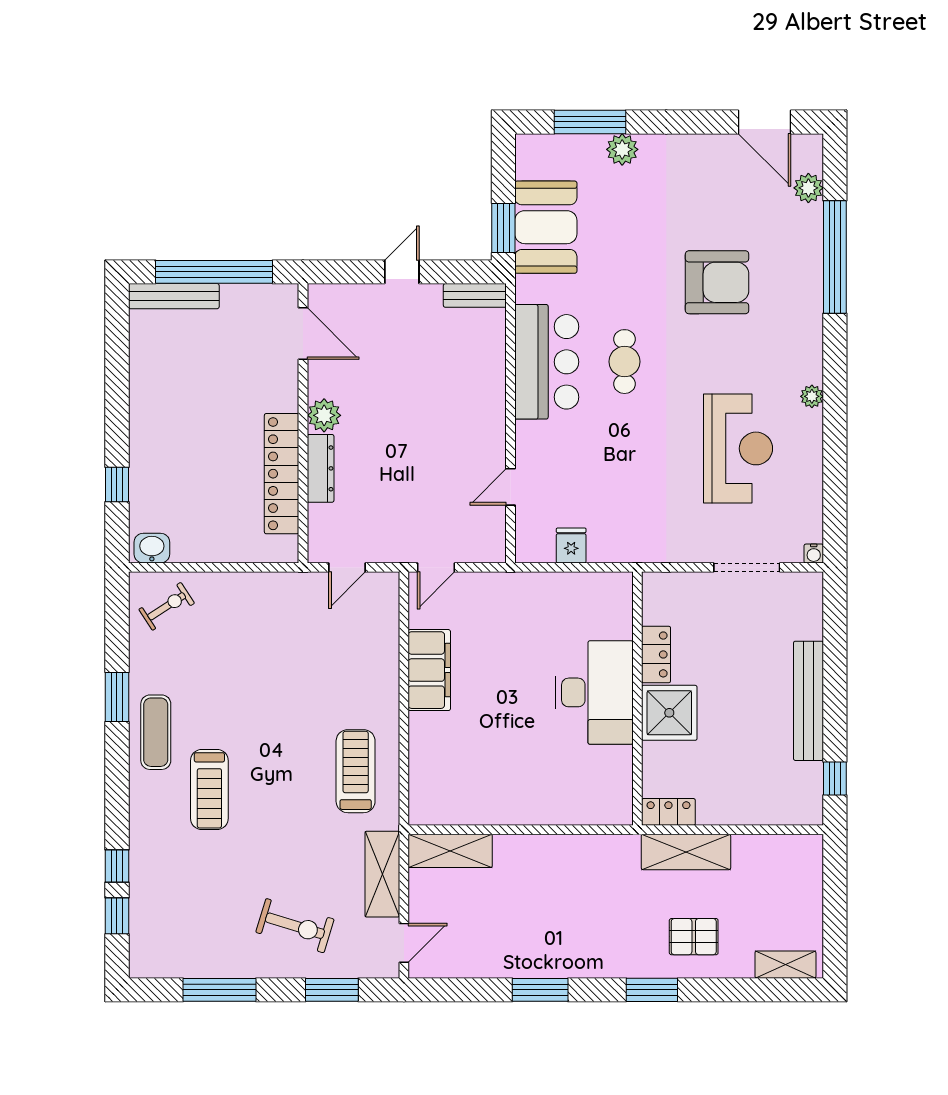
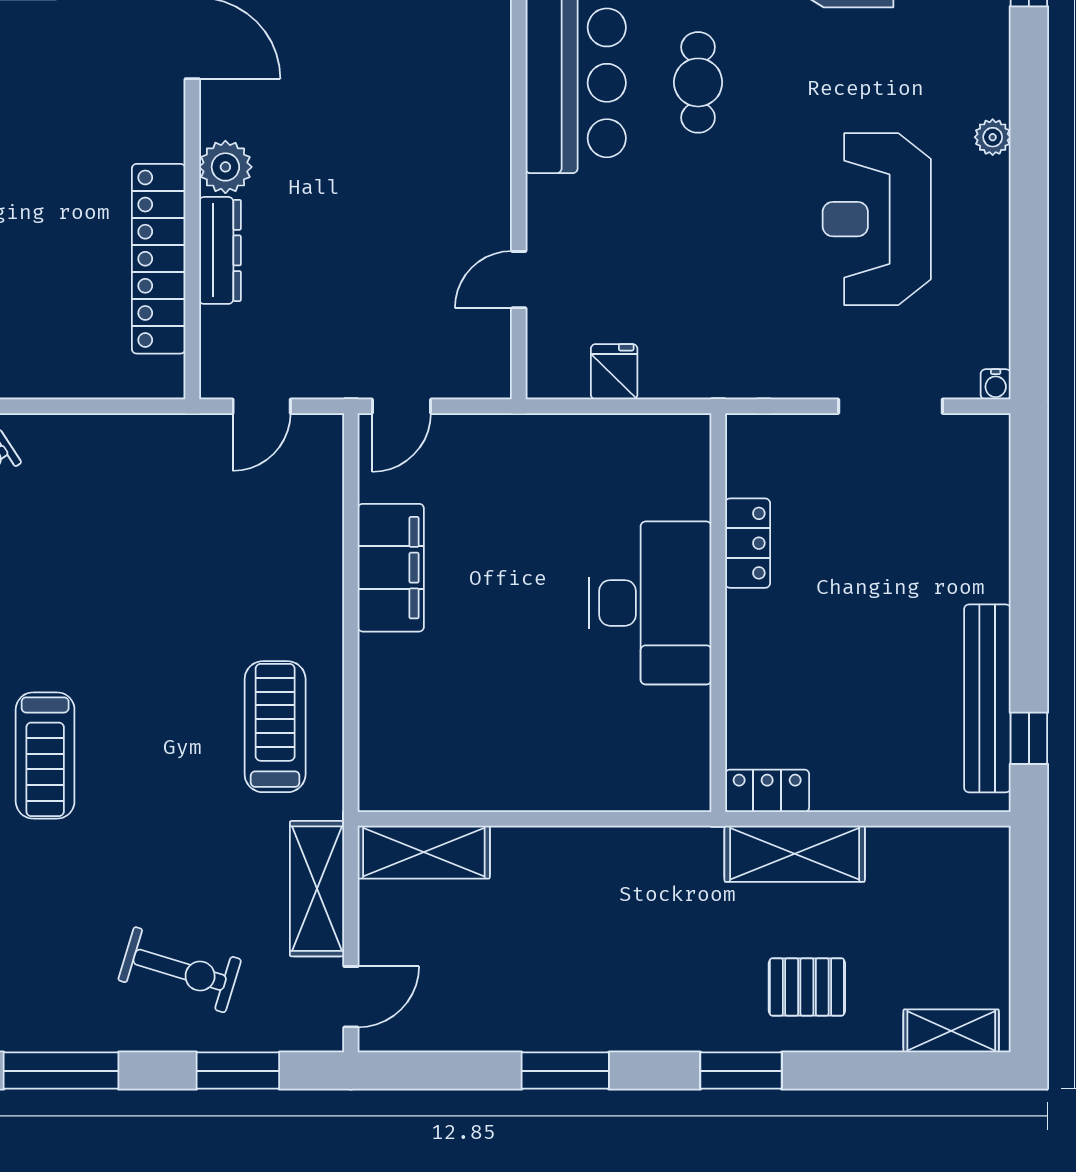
reception desk: (738, 448) -> (877, 219), turned 180
bench: (808, 701) -> (987, 698), moved
shower: (669, 713) -> (769, 635), removed

